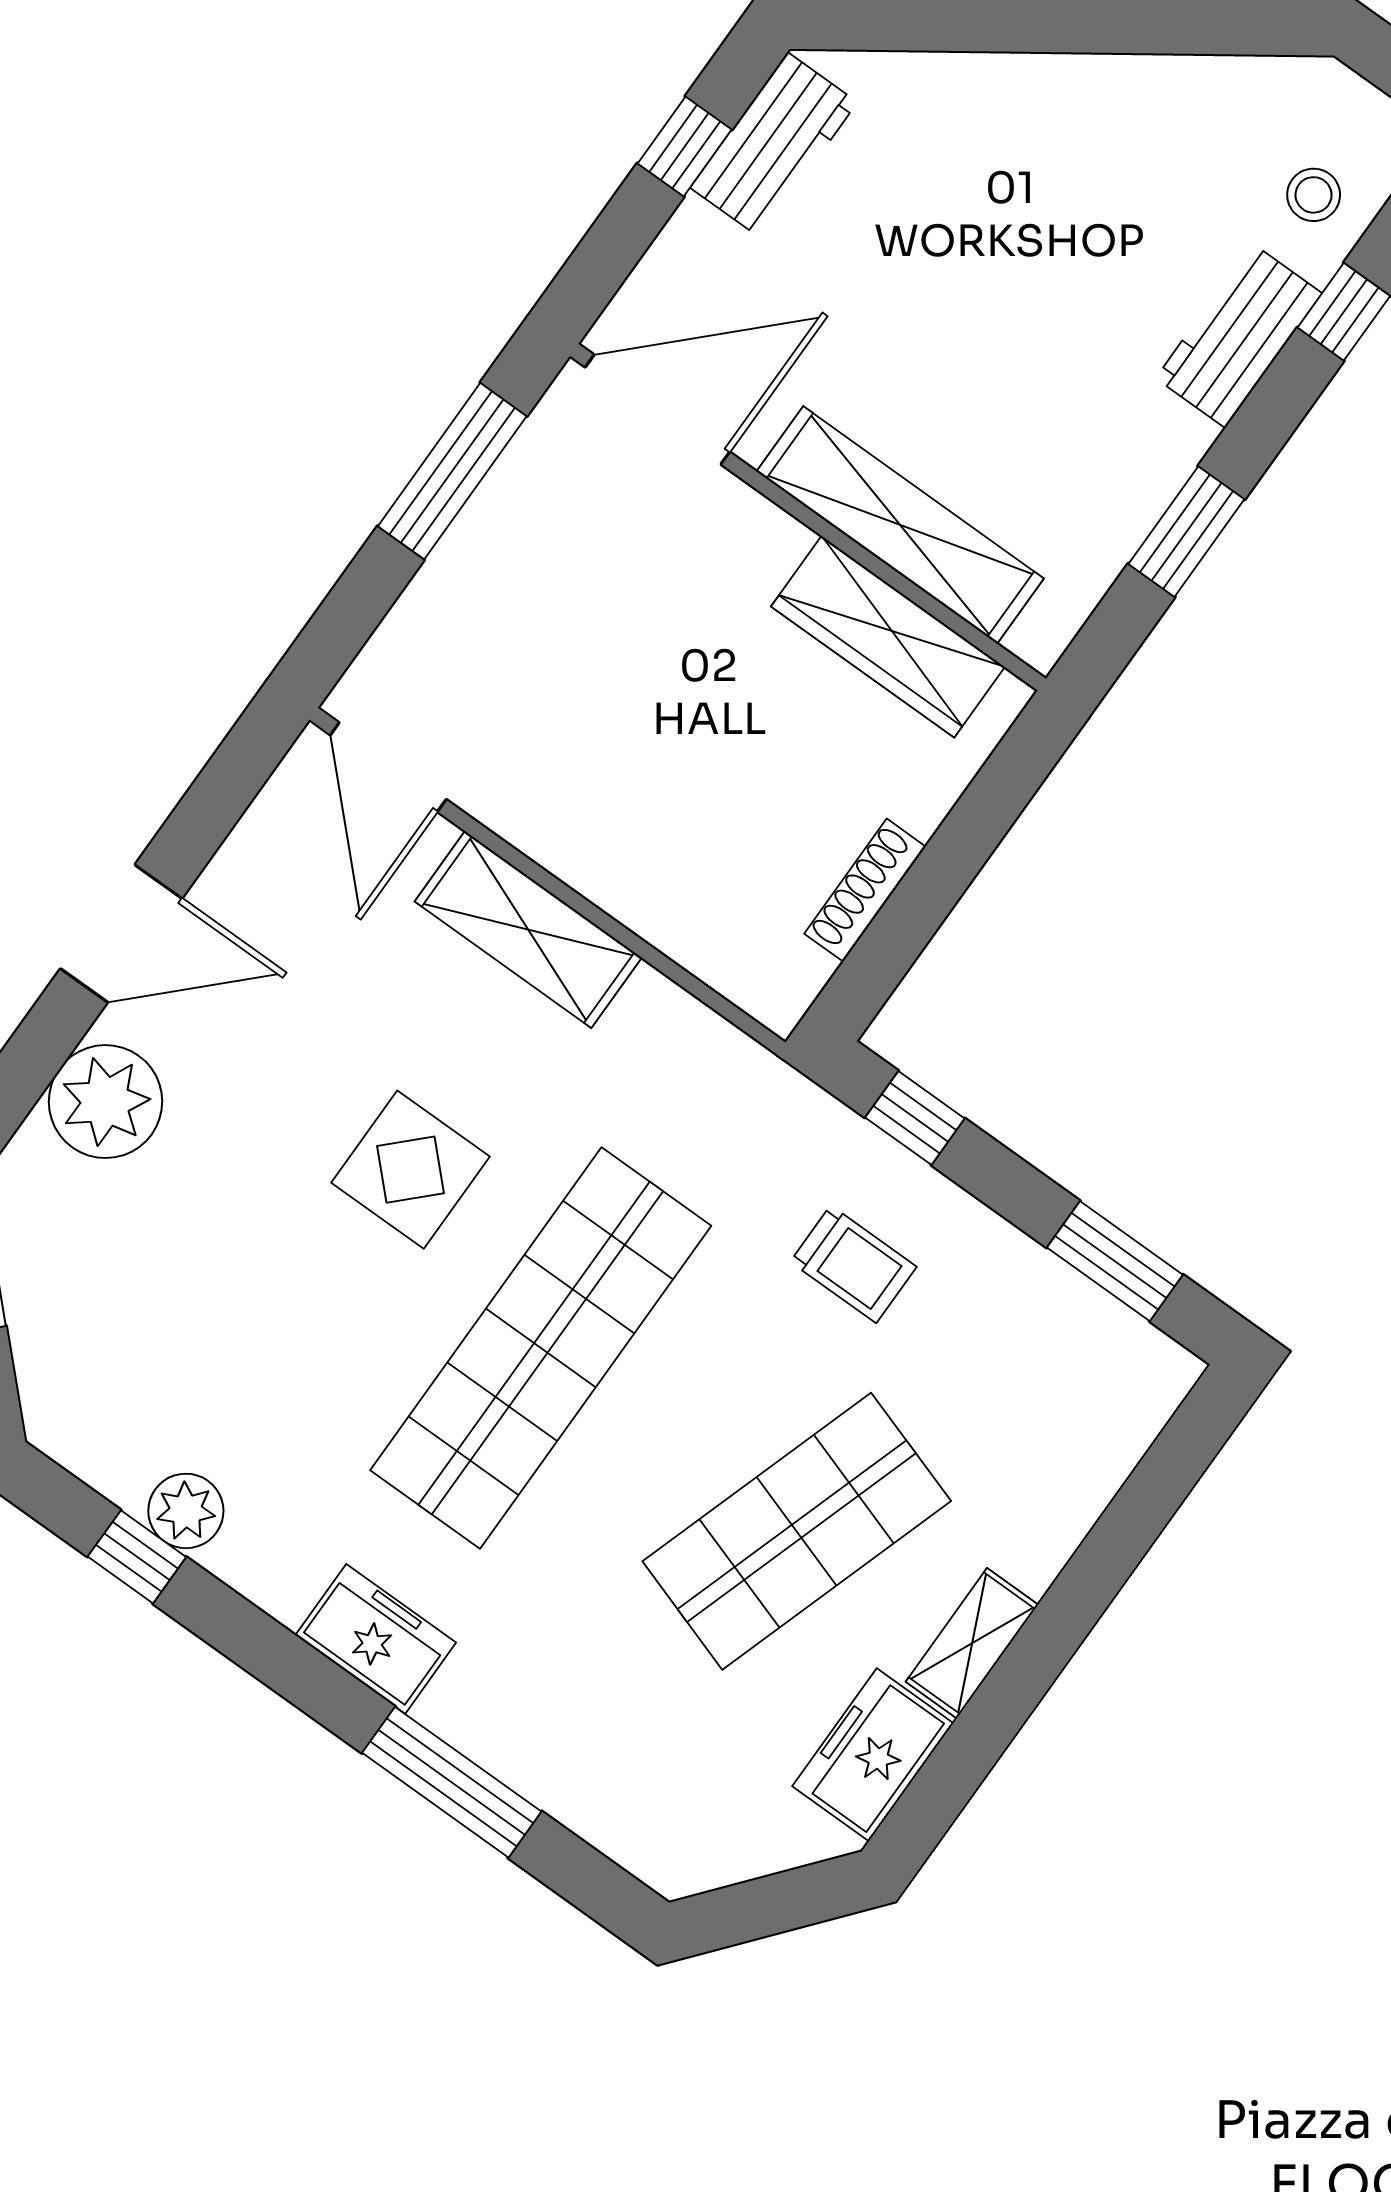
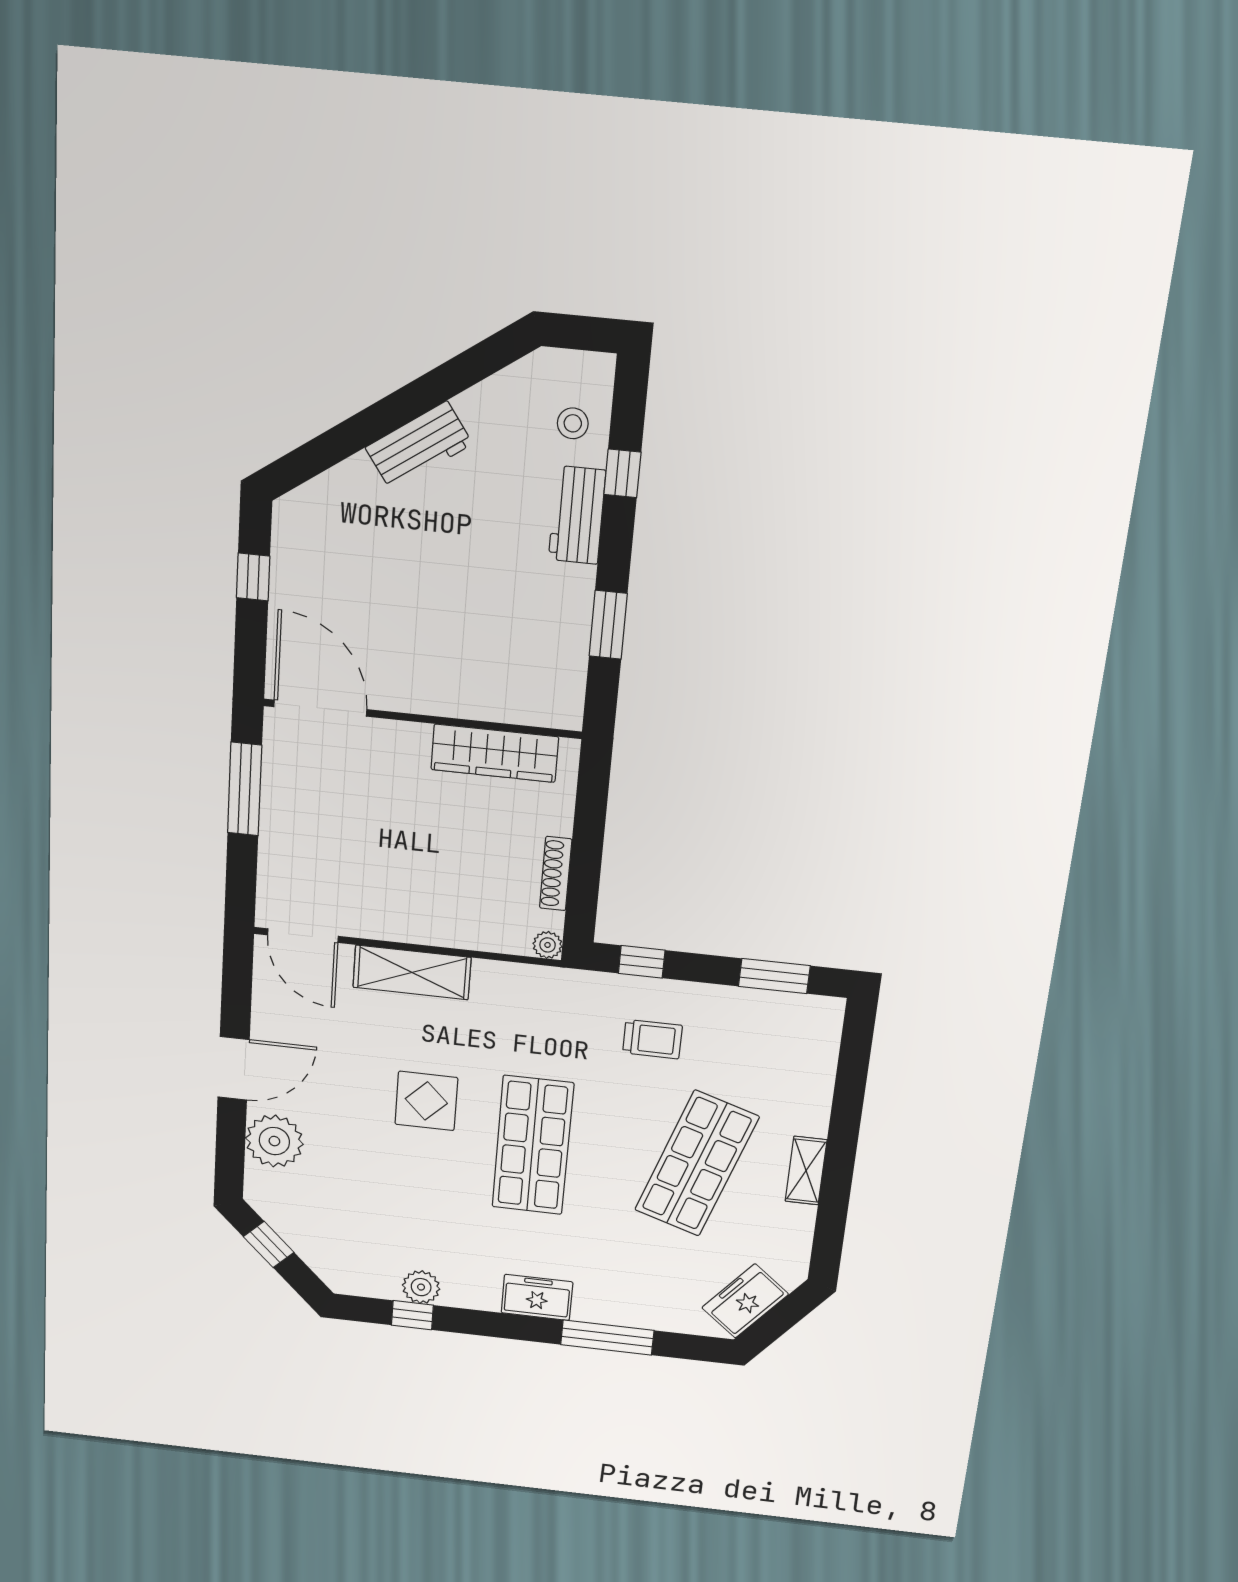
workbench: (774, 145) -> (419, 446), moved, turned 55
door: (657, 410) -> (320, 708), hinge flipped
shelving: (900, 525) -> (468, 698), removed
plant: (779, 1005) -> (548, 945), added
shop shelf: (541, 1348) -> (533, 1145), width x0.71
freezer: (873, 1755) -> (745, 1301), moved, turned 40

